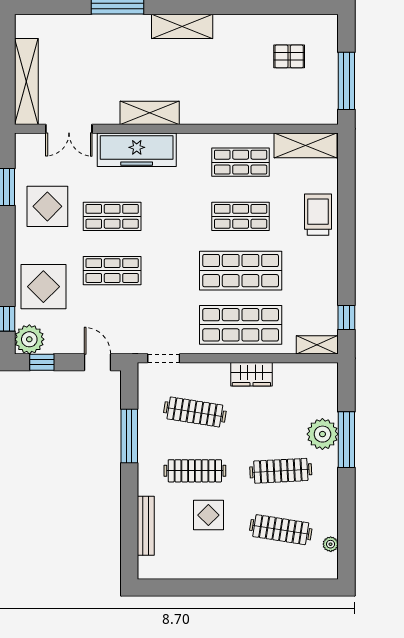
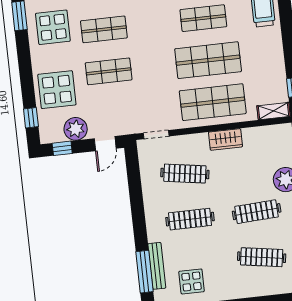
plant: (29, 339) -> (76, 129), moved
door: (97, 362) -> (105, 144), swing flipped
window: (129, 436) -> (145, 272), moved
display table: (208, 515) -> (192, 281), moved

